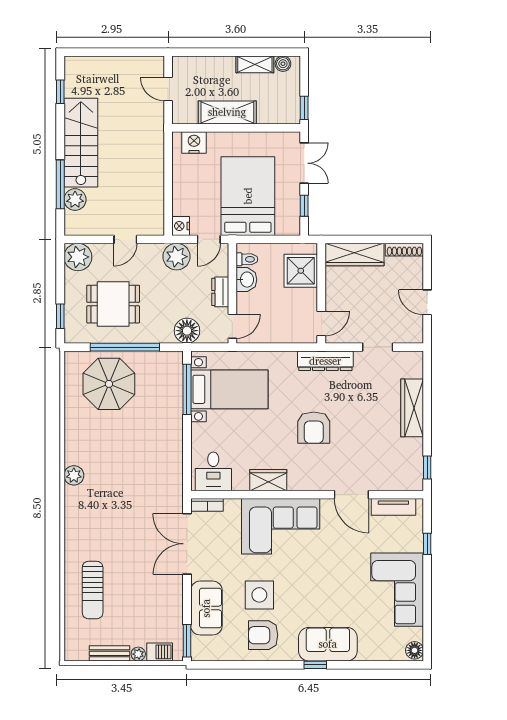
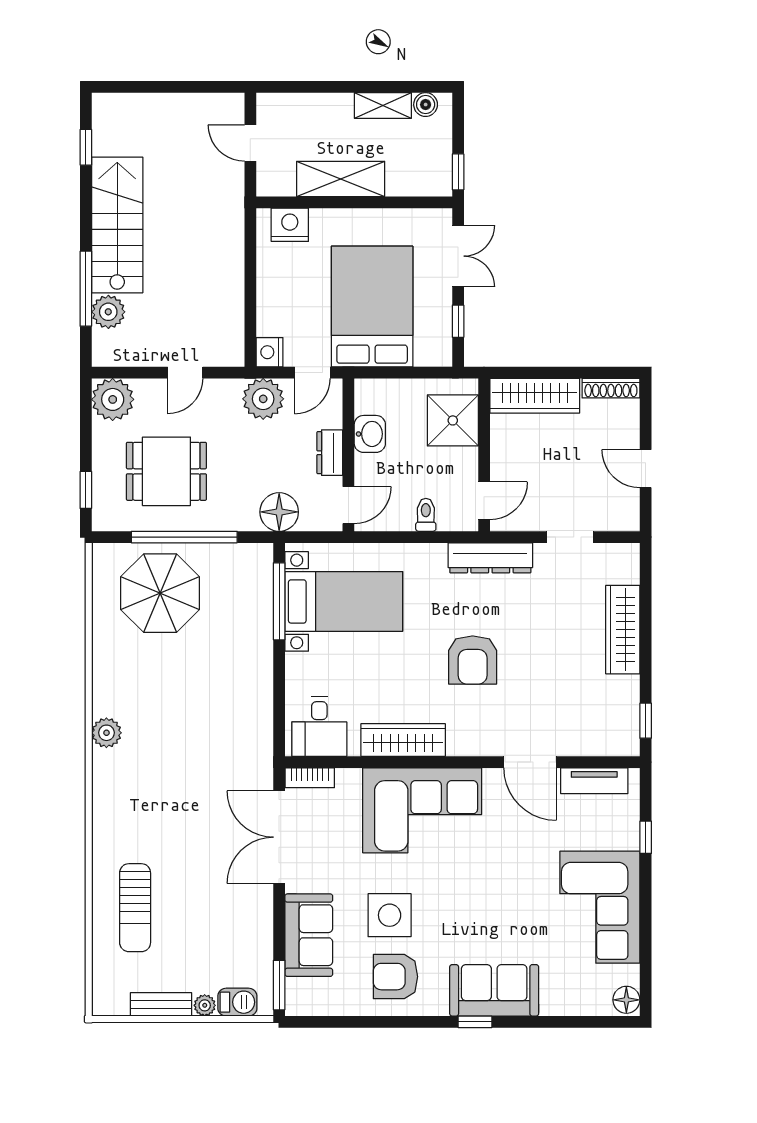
toilet: (247, 259) -> (426, 515), moved, turned -90
wardrobe: (268, 480) -> (403, 740), width x1.50

